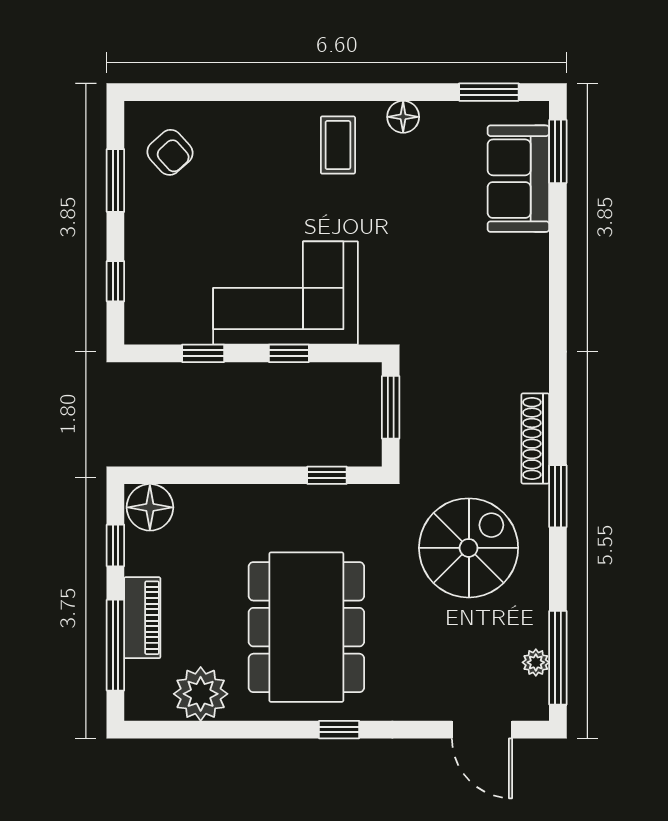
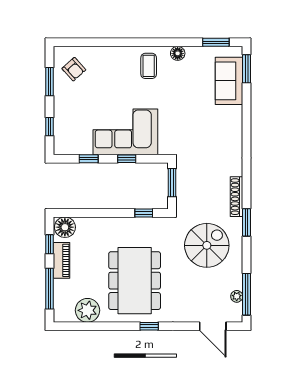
piano: (142, 618) -> (62, 260), moved

